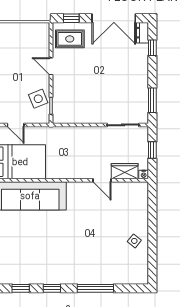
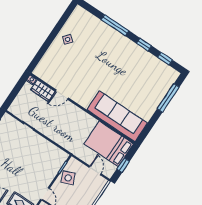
window: (152, 150) -> (15, 92), removed
door: (102, 180) -> (62, 95), swing flipped

